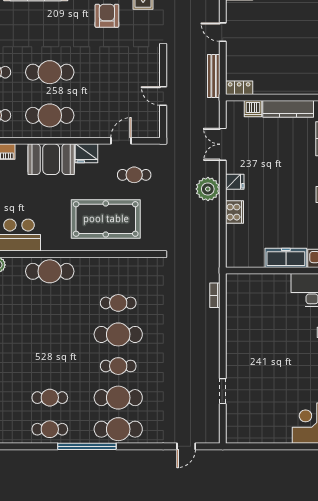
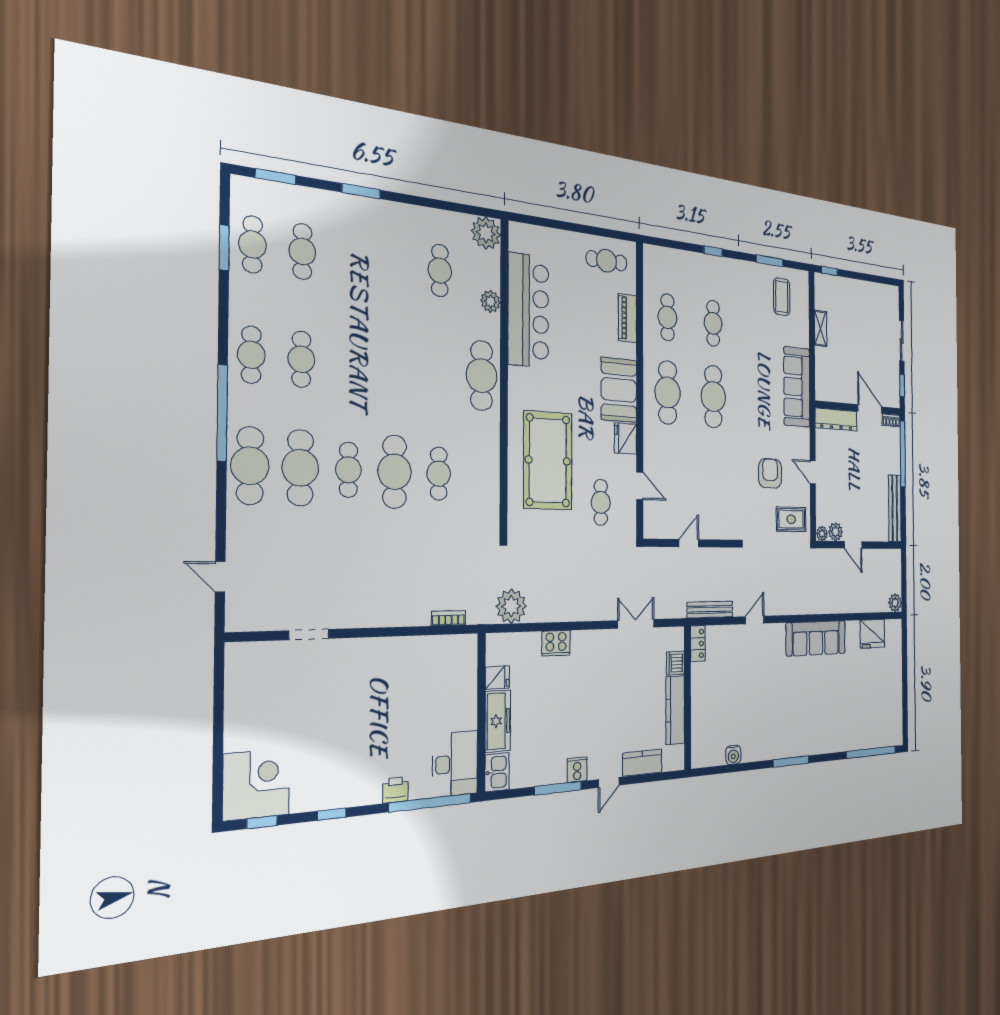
armchair: (107, 16) -> (770, 473), turned -90
fridge: (235, 182) -> (497, 678), moved, turned -90
plant: (208, 189) -> (511, 606), moved

